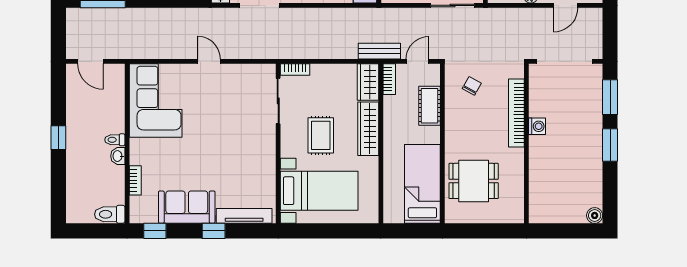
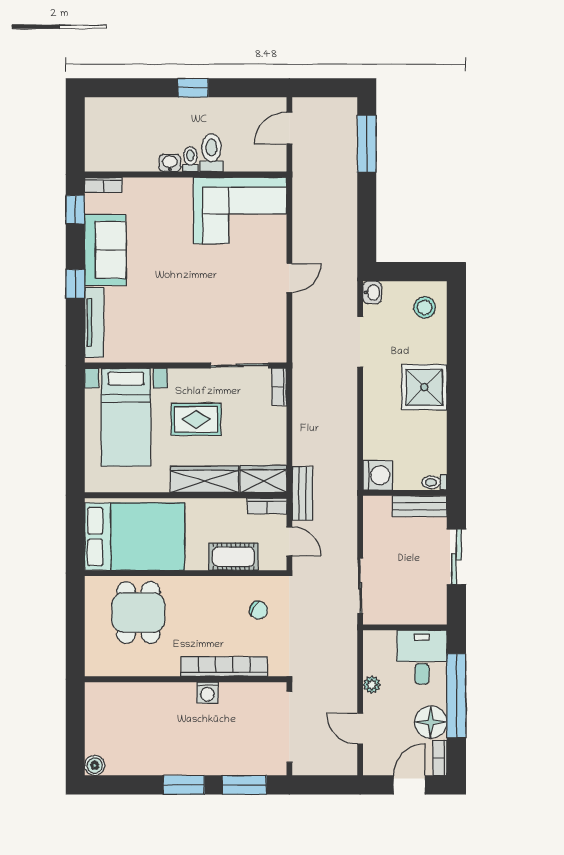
bookcase: (135, 180) -> (103, 185), moved
bed: (422, 184) -> (135, 537), width x1.50
toilet: (110, 214) -> (212, 153), moved

